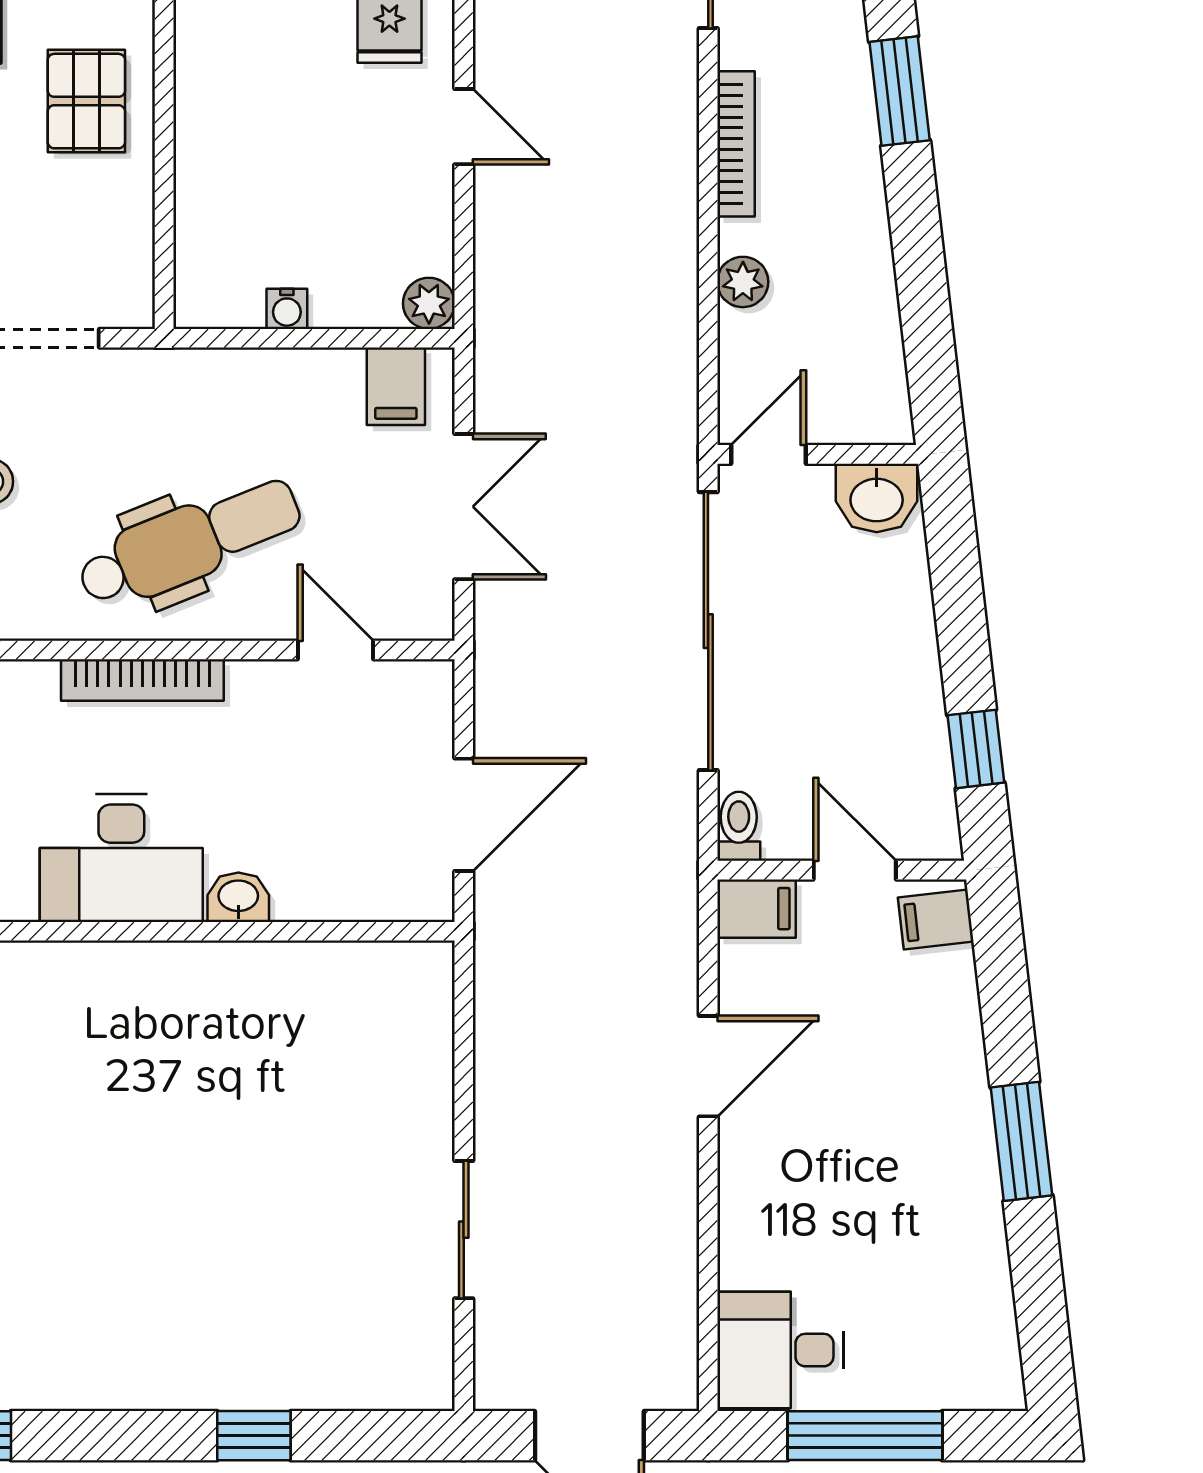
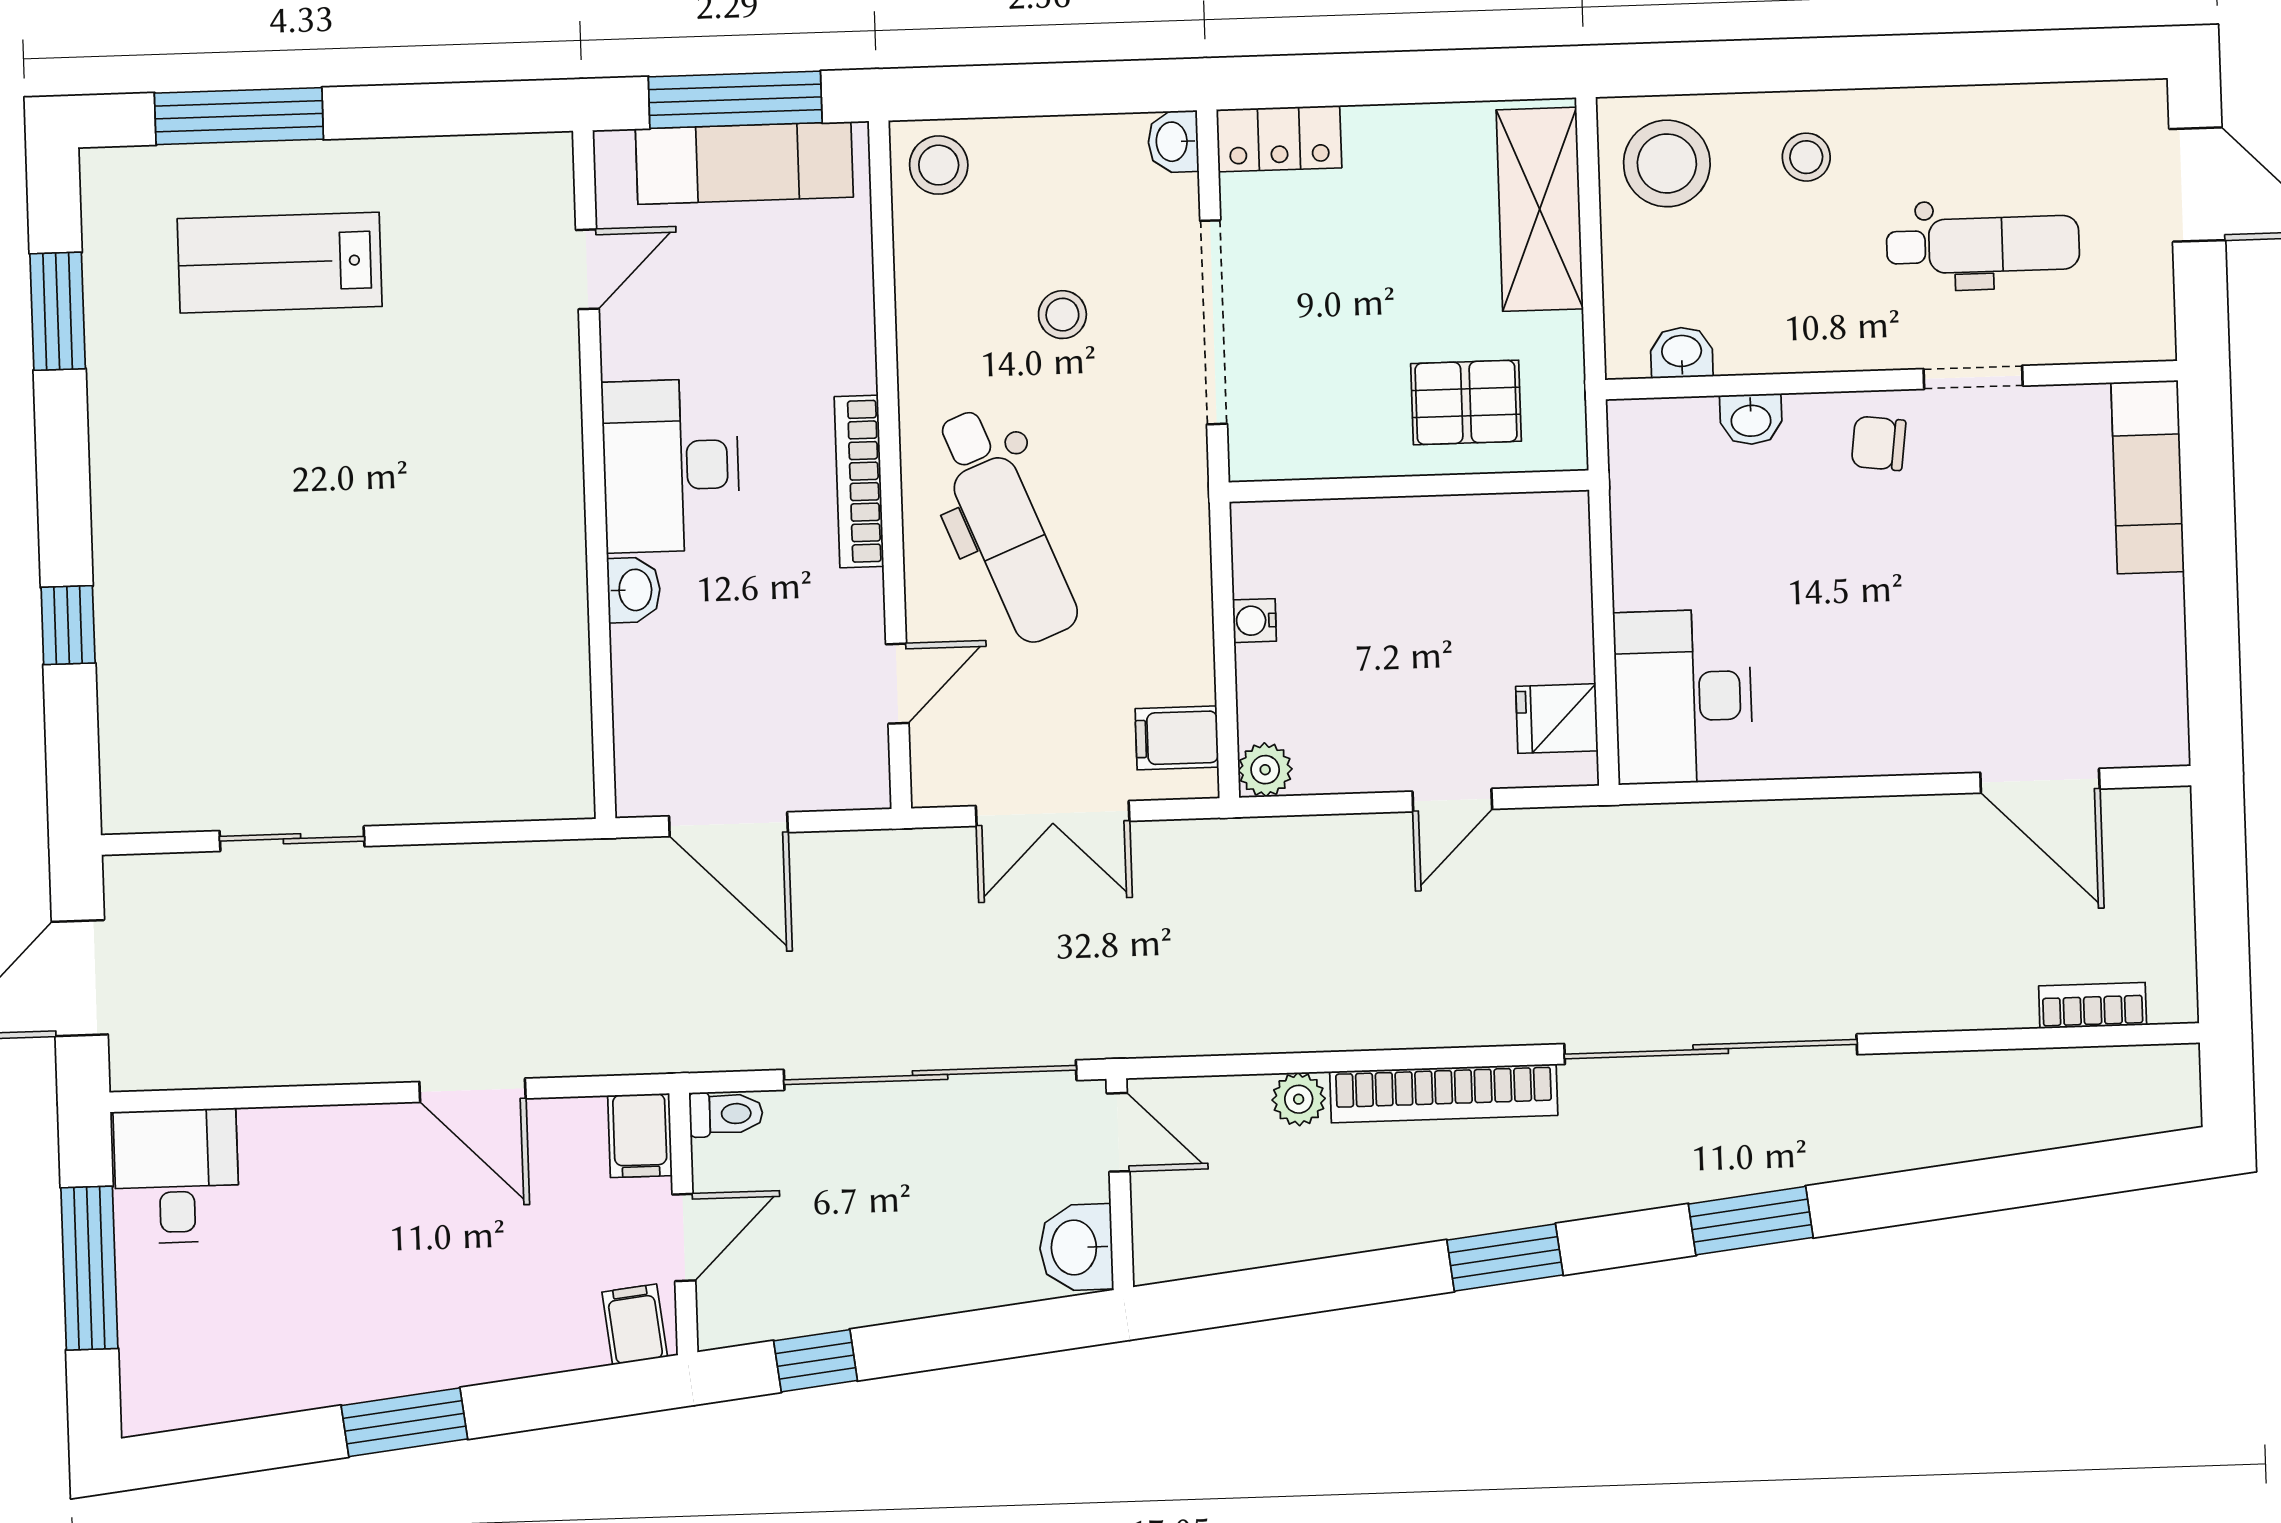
bookcase: (736, 144) -> (1444, 1093), width x1.48, depth x1.31

